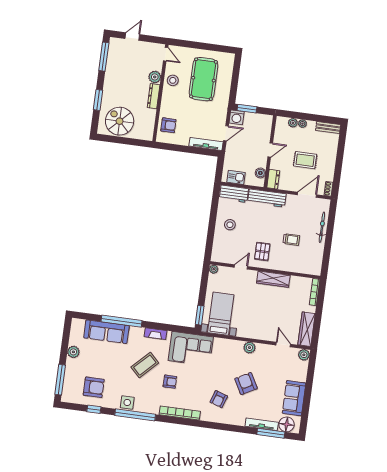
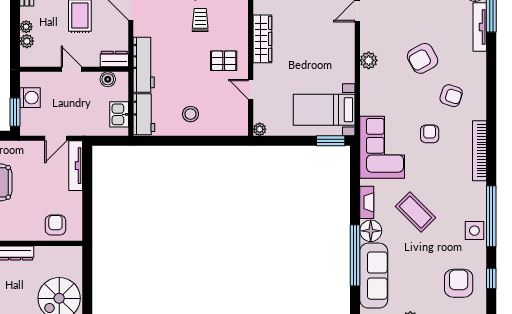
washing machine: (237, 117) -> (30, 98), moved
door: (226, 133) -> (56, 138), swing flipped
floor lamp: (136, 334) -> (371, 231), added
armchair: (170, 382) -> (430, 134), moved

